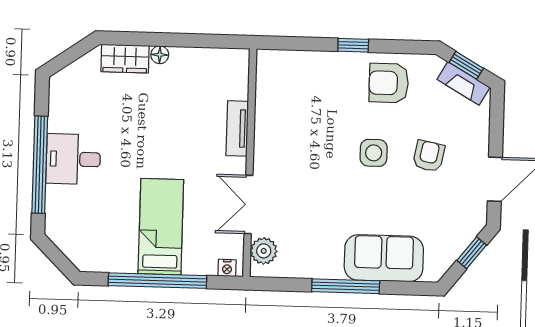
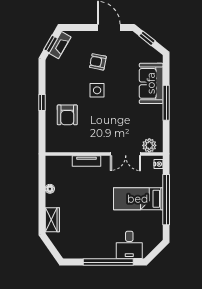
floor lamp: (160, 55) -> (50, 189), moved
armchair: (389, 83) -> (67, 115), moved
desk: (73, 159) -> (129, 245), moved

